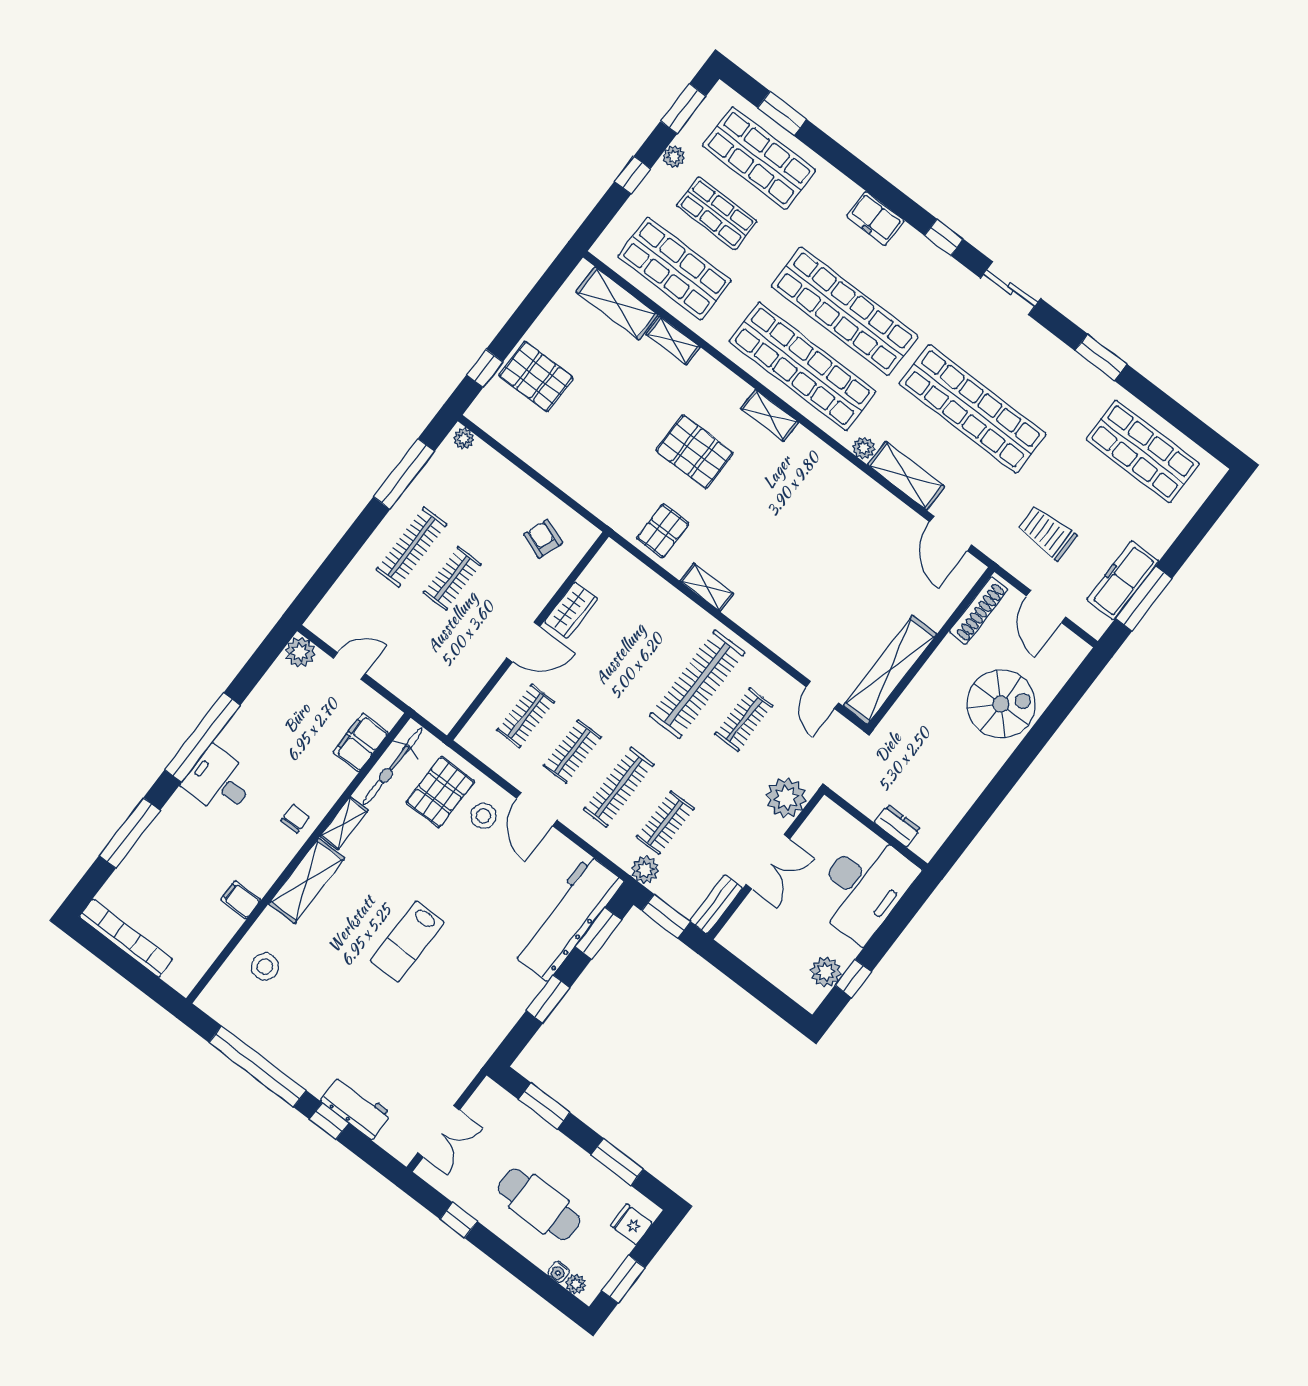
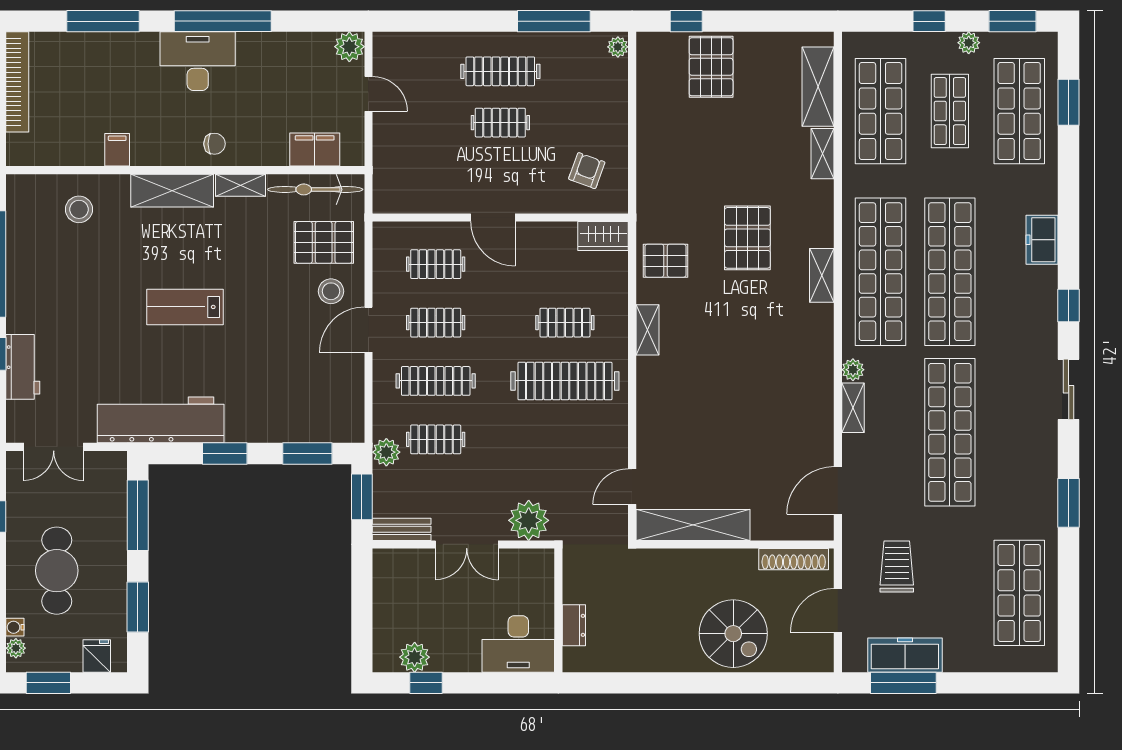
shelving: (906, 476) -> (853, 408), width x0.67, depth x0.75
wardrobe: (571, 610) -> (603, 236), moved
clothes rail: (744, 720) -> (565, 323), moved
desk: (219, 782) -> (198, 61), width x1.37
desk: (864, 887) -> (518, 644), width x0.73, depth x0.77
workbench: (568, 918) -> (161, 420), moved
window: (544, 1106) -> (138, 515), width x1.44

